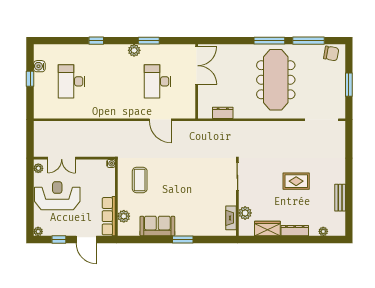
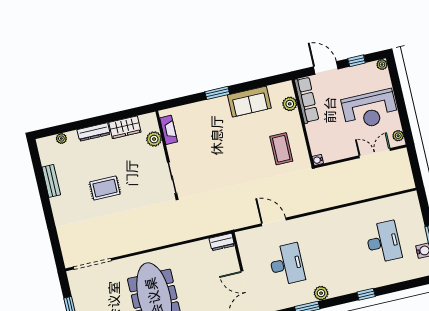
dresser: (223, 113) -> (222, 242), moved

